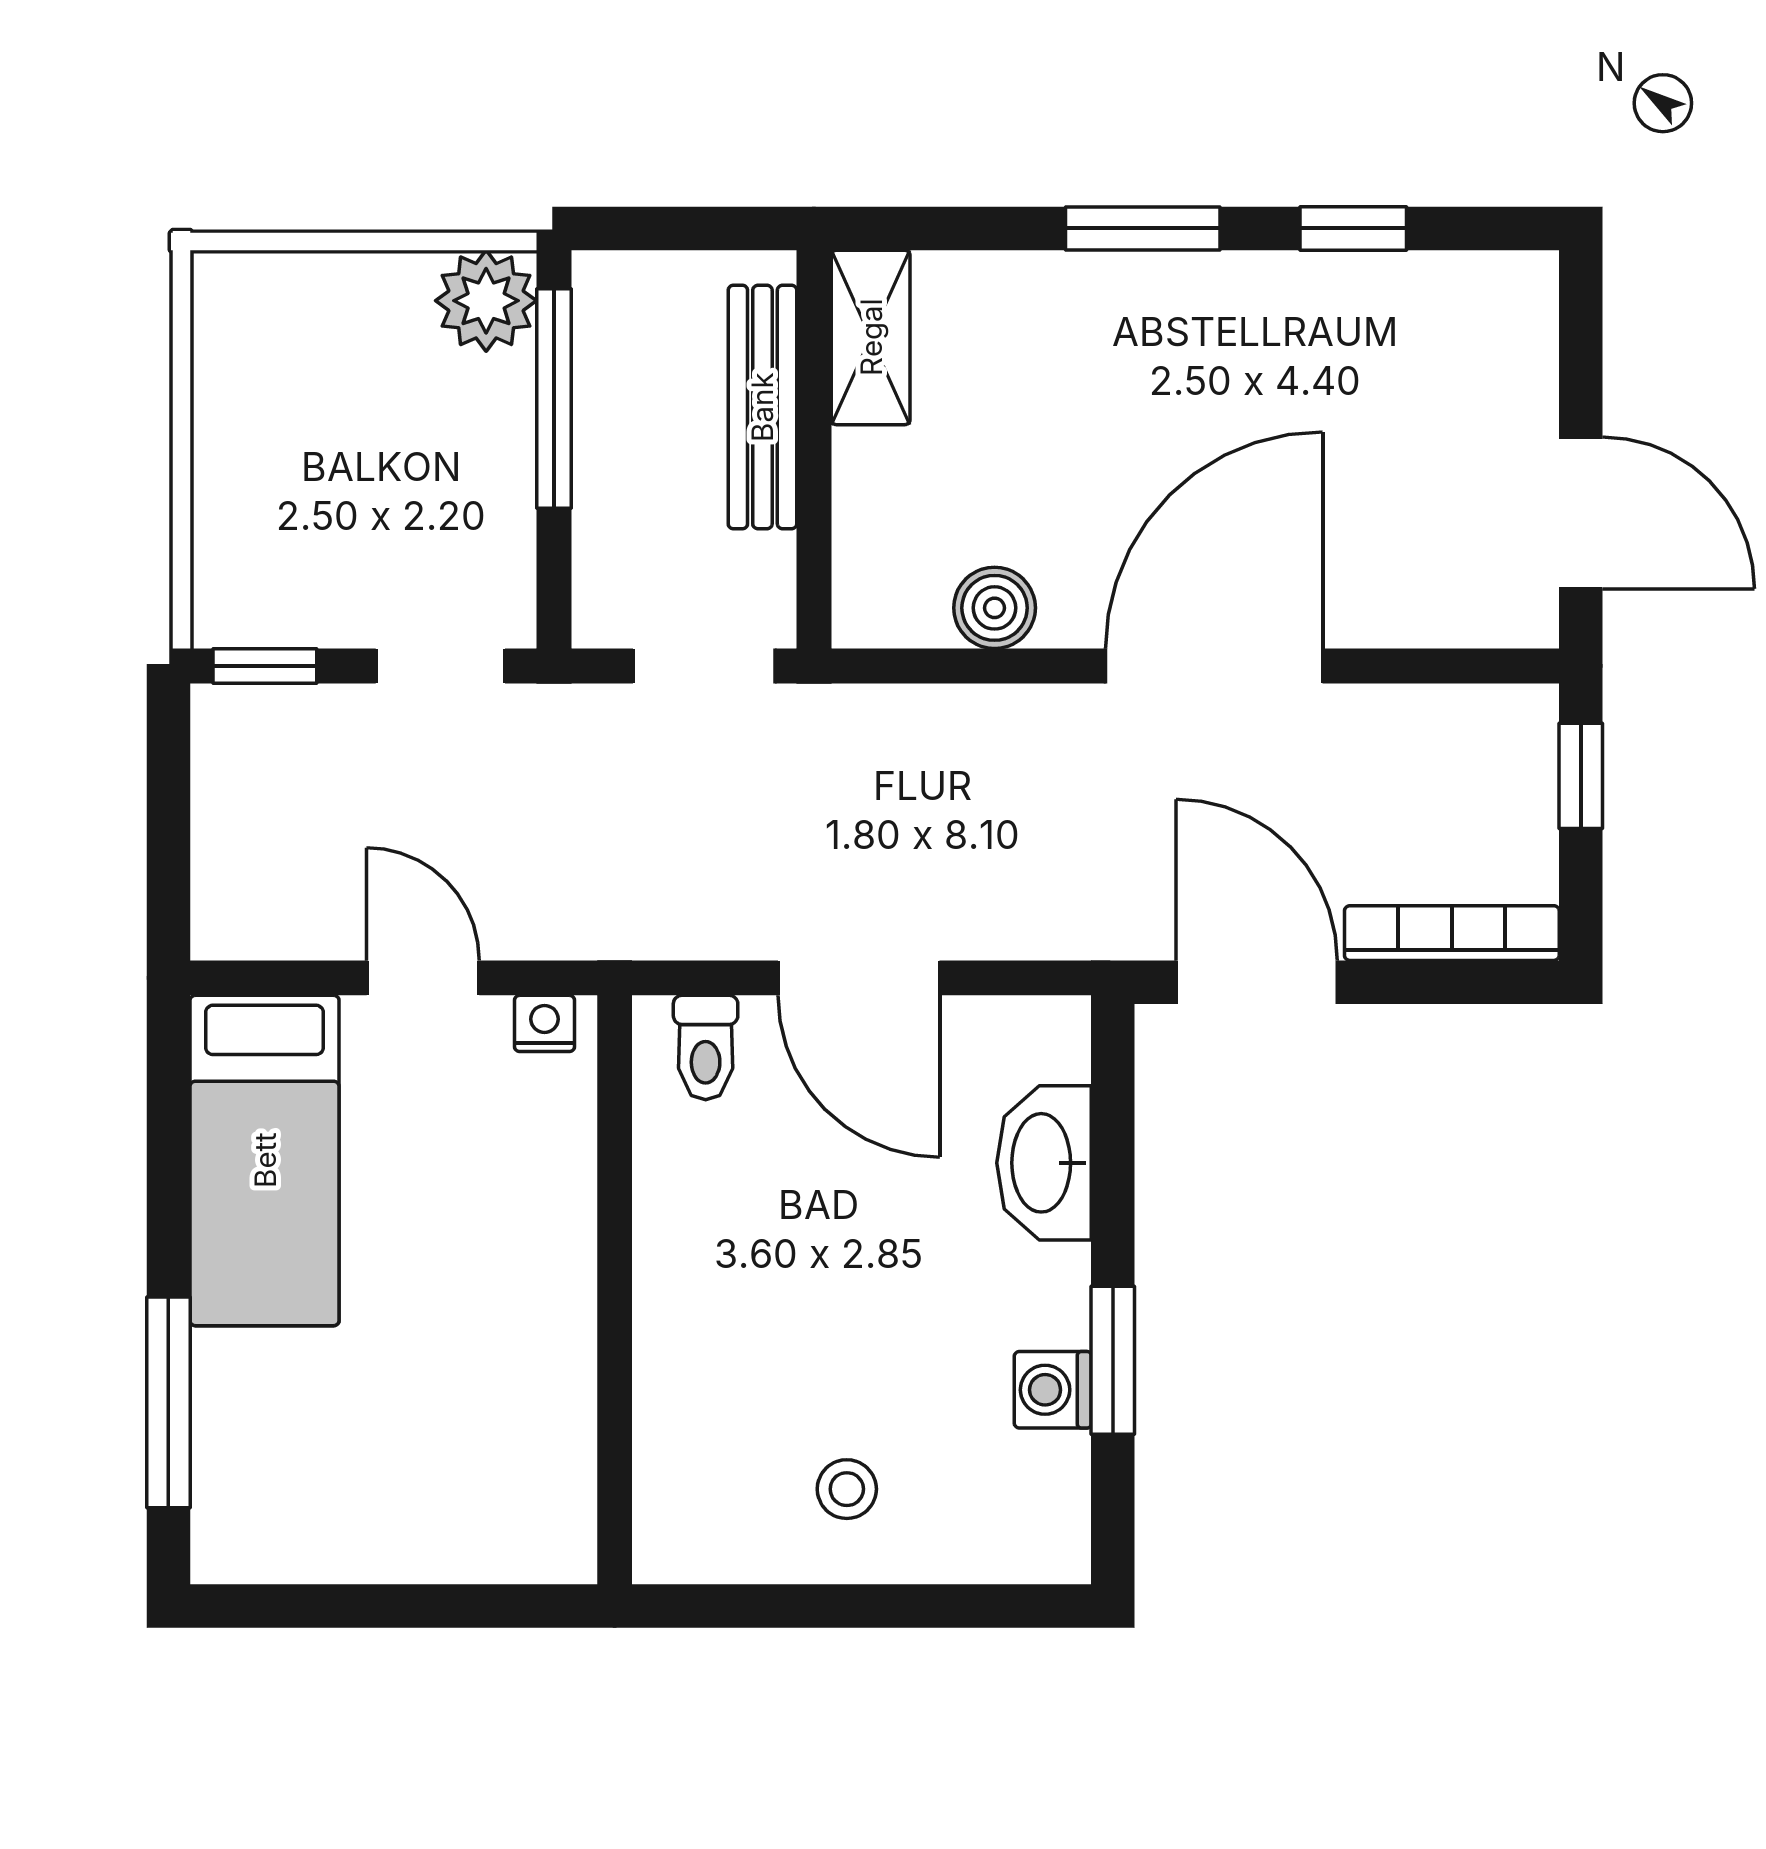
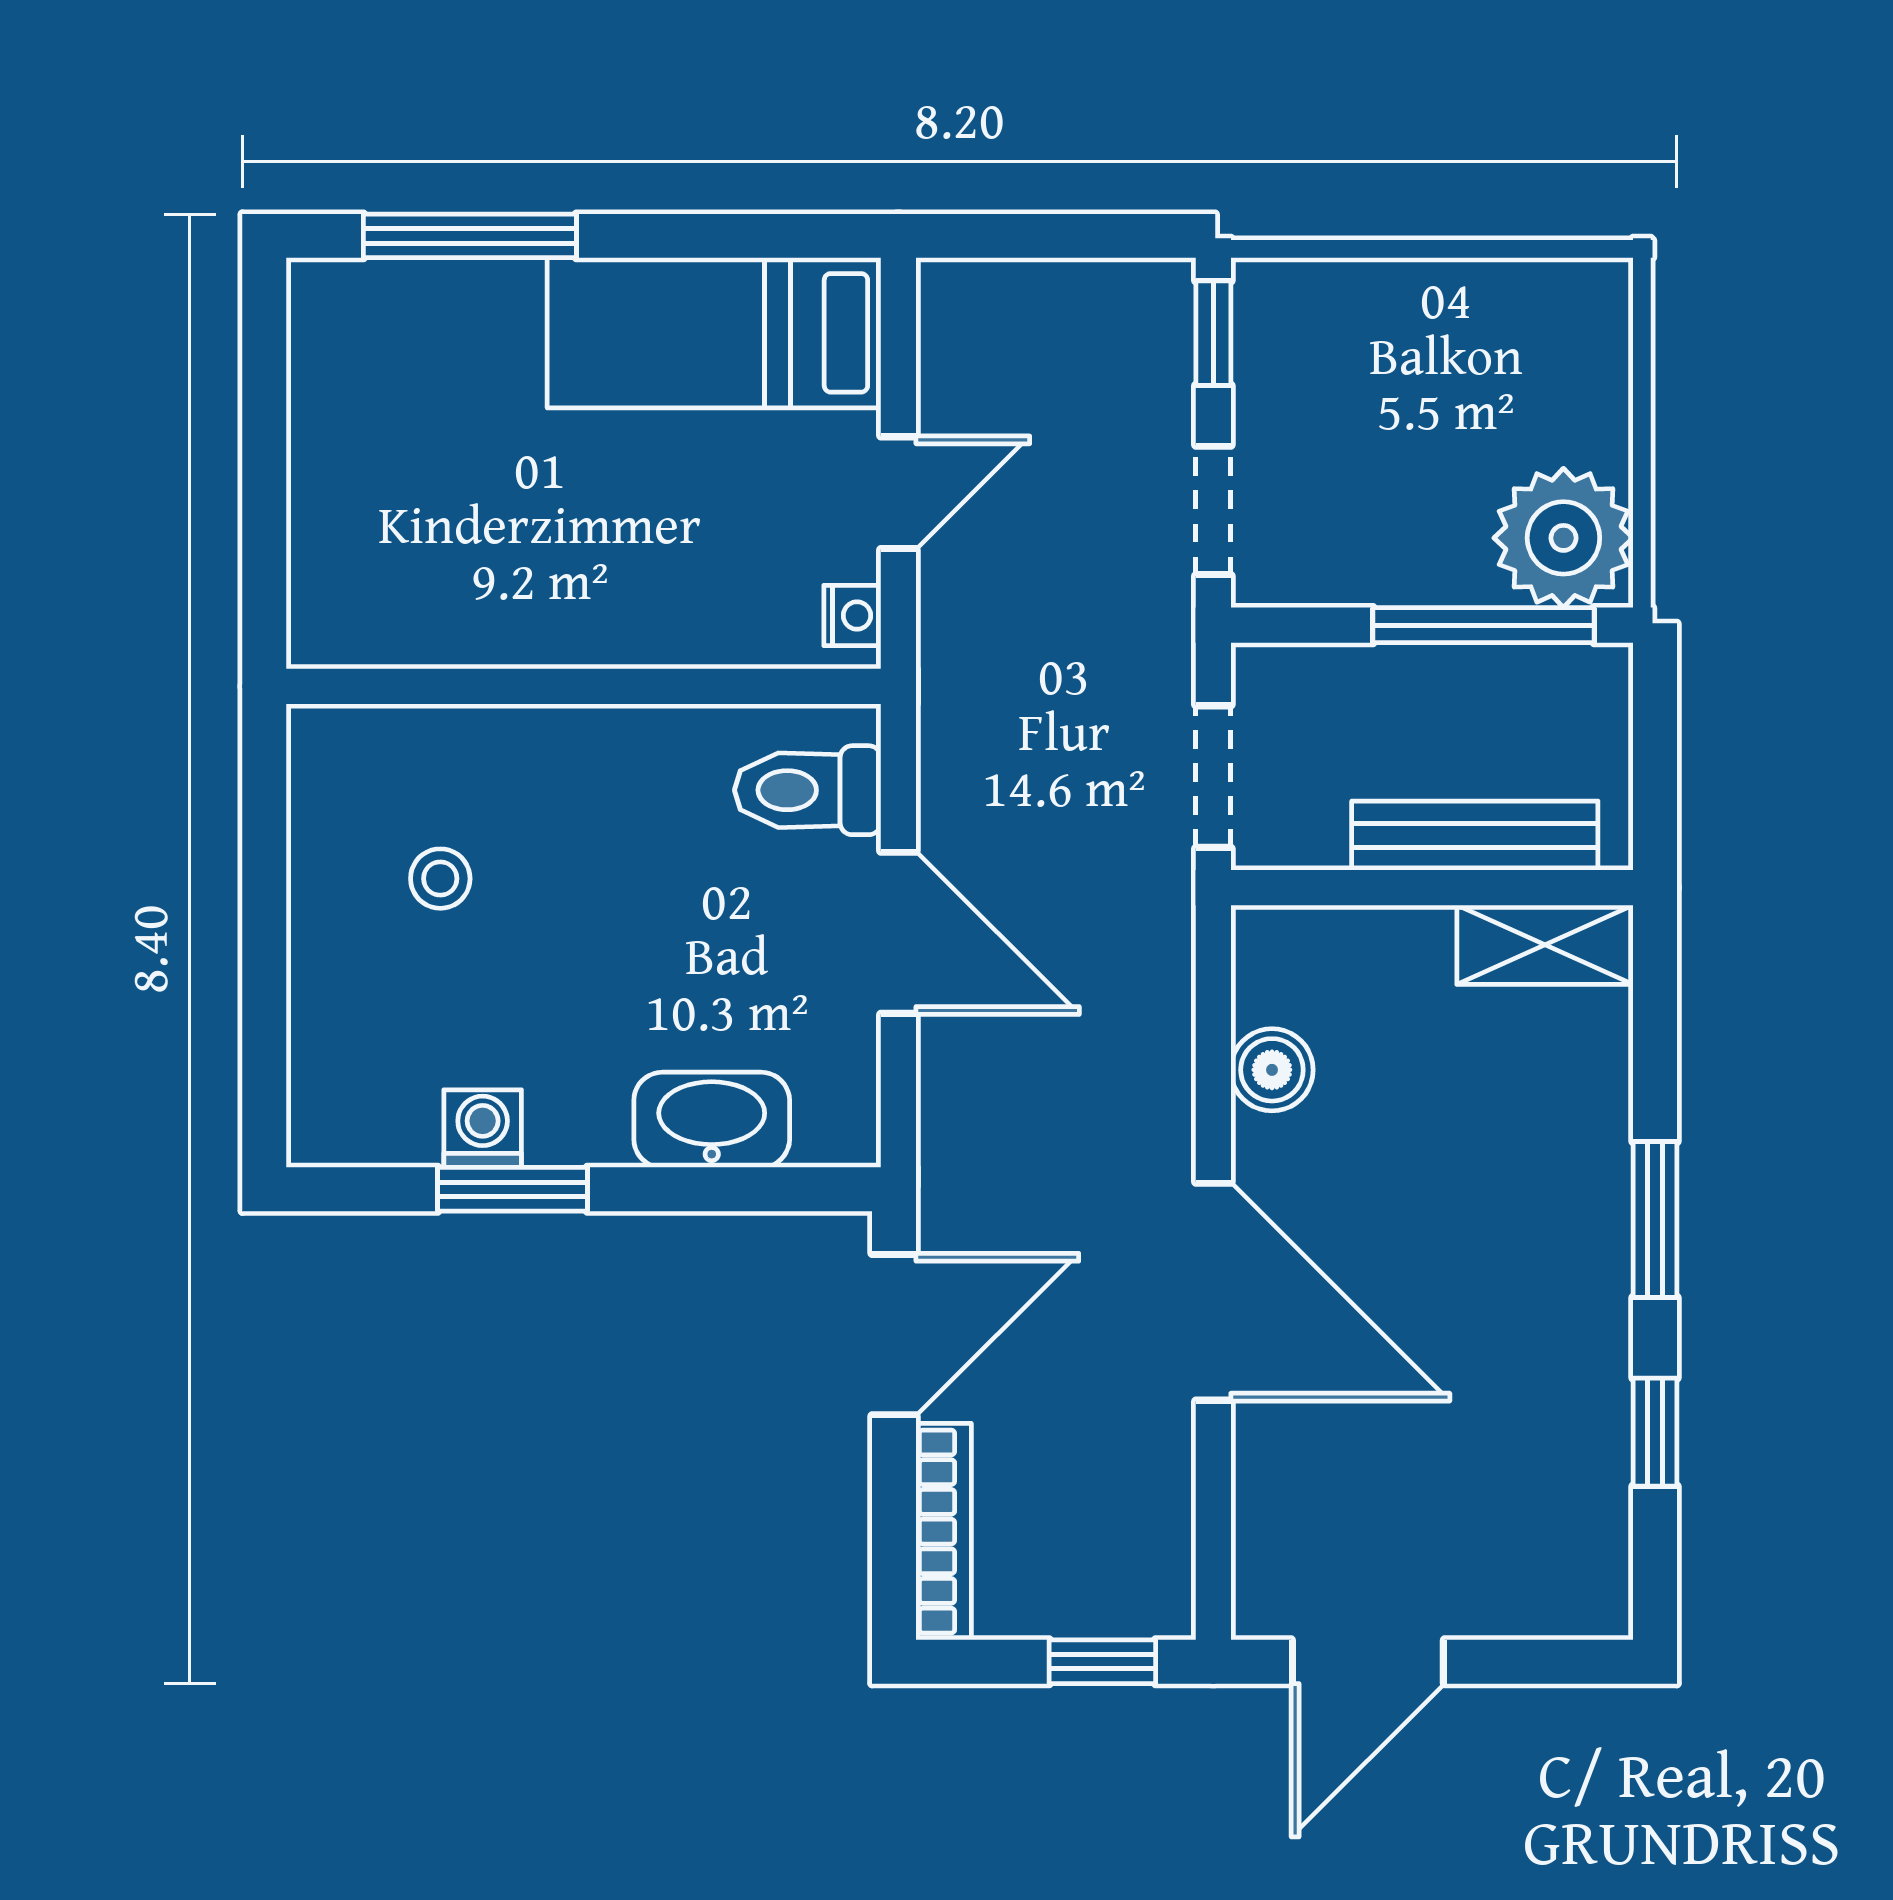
plant: (486, 301) -> (1563, 538), width x1.36, depth x1.36
door: (859, 978) -> (898, 933), swing flipped
toilet: (706, 1048) -> (808, 790), width x1.37, depth x1.39
stool: (847, 1489) -> (440, 879), moved

